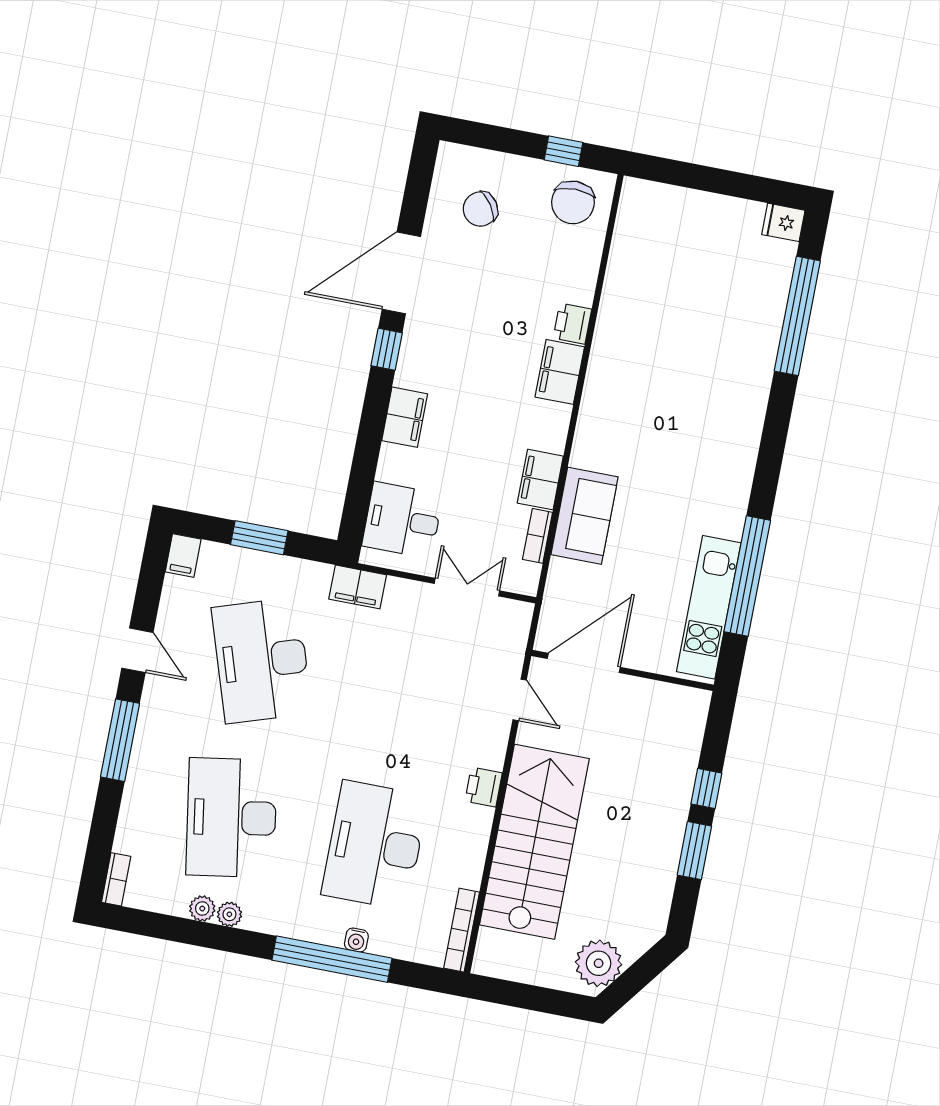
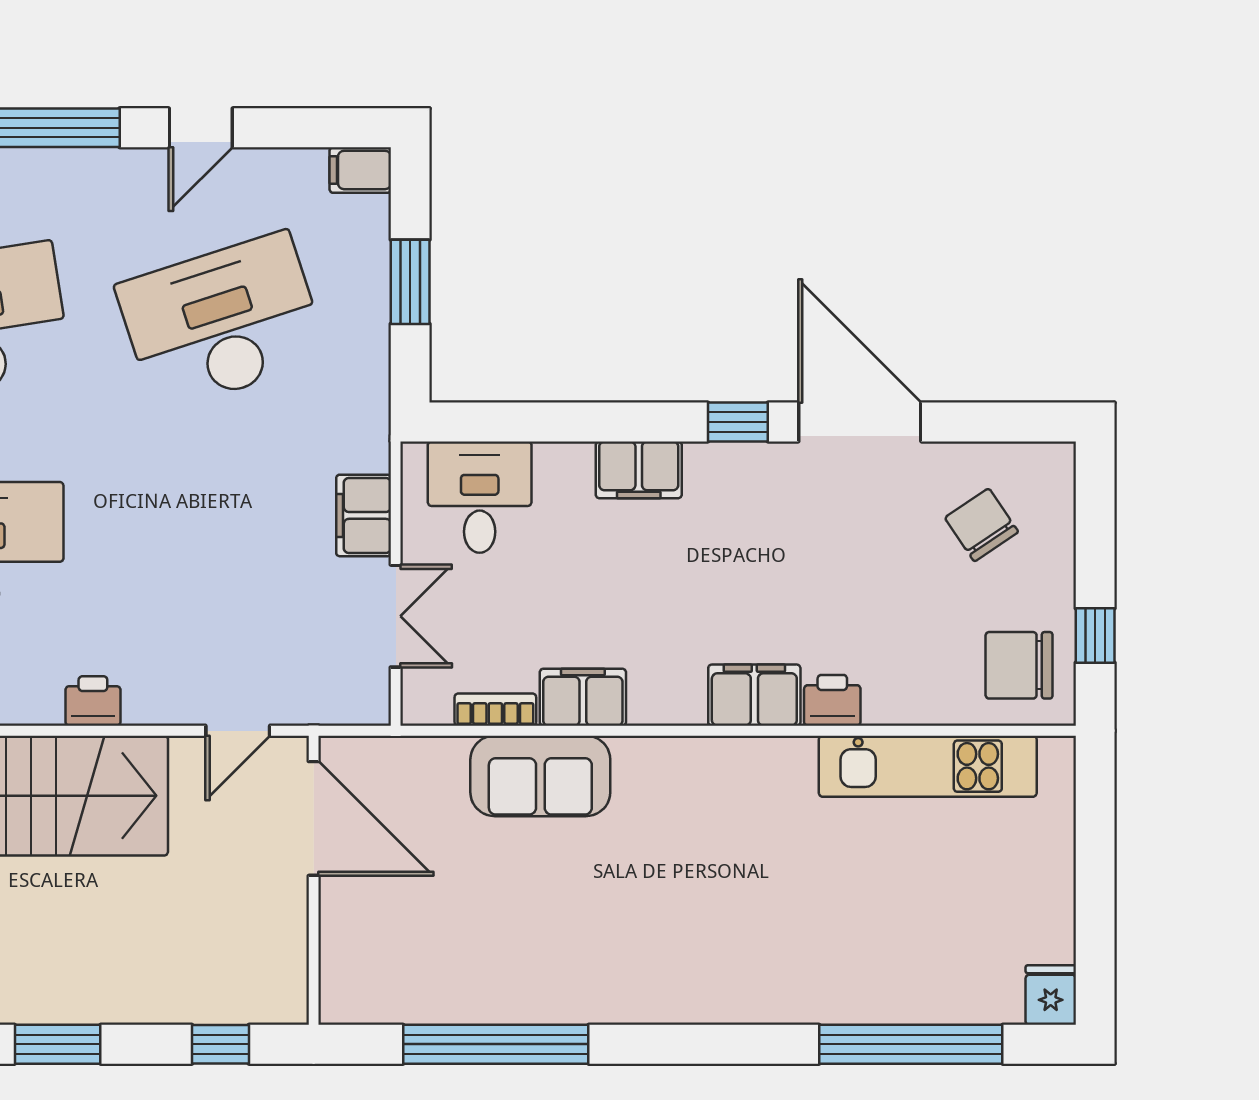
filing cabinet: (358, 587) -> (364, 515), moved
kitchen unit: (709, 607) -> (928, 766), moved, turned 180
window: (706, 788) -> (220, 1044), moved

